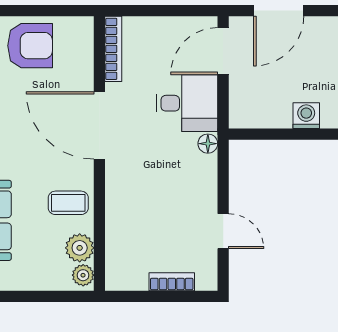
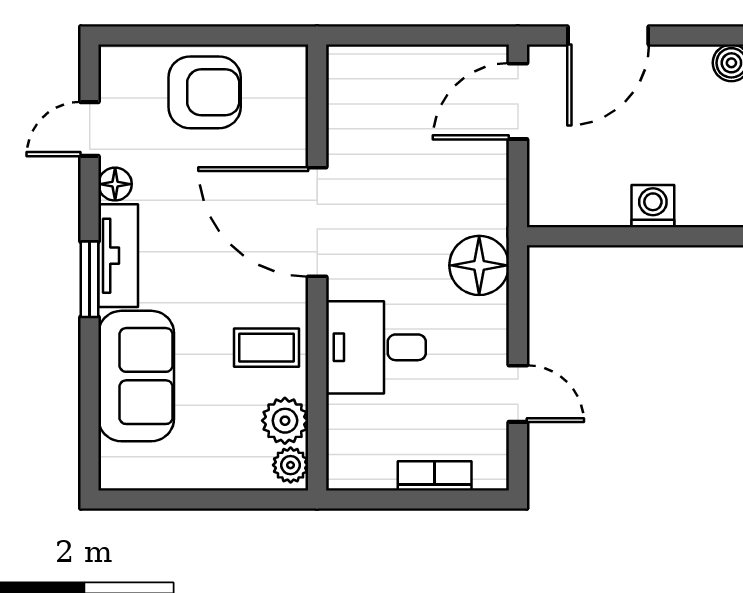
bookcase: (113, 49) -> (340, 98), removed
desk: (187, 103) -> (376, 347), moved, turned 180
floor lamp: (208, 144) -> (479, 265), width x1.89, depth x1.89

